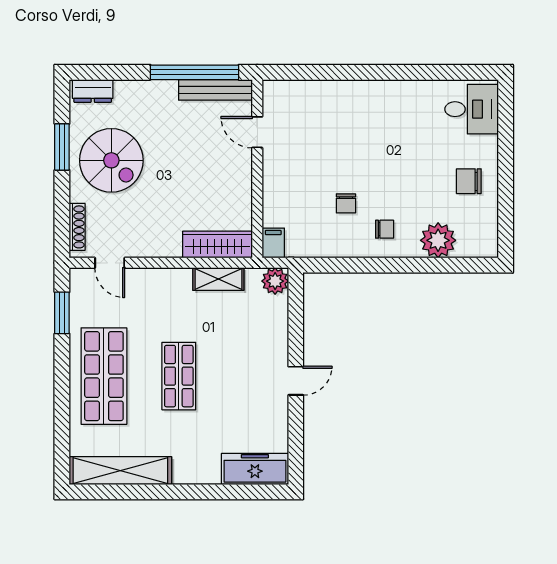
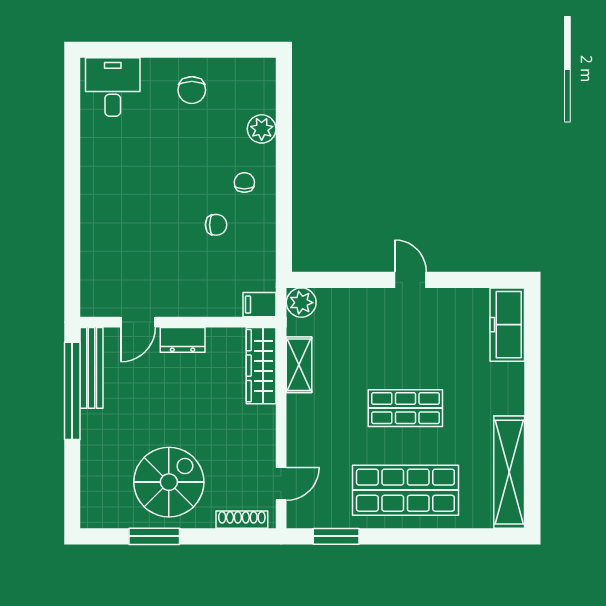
dresser: (93, 91) -> (183, 340), moved, turned 90
plant: (438, 240) -> (262, 129), width x0.73, depth x0.73

